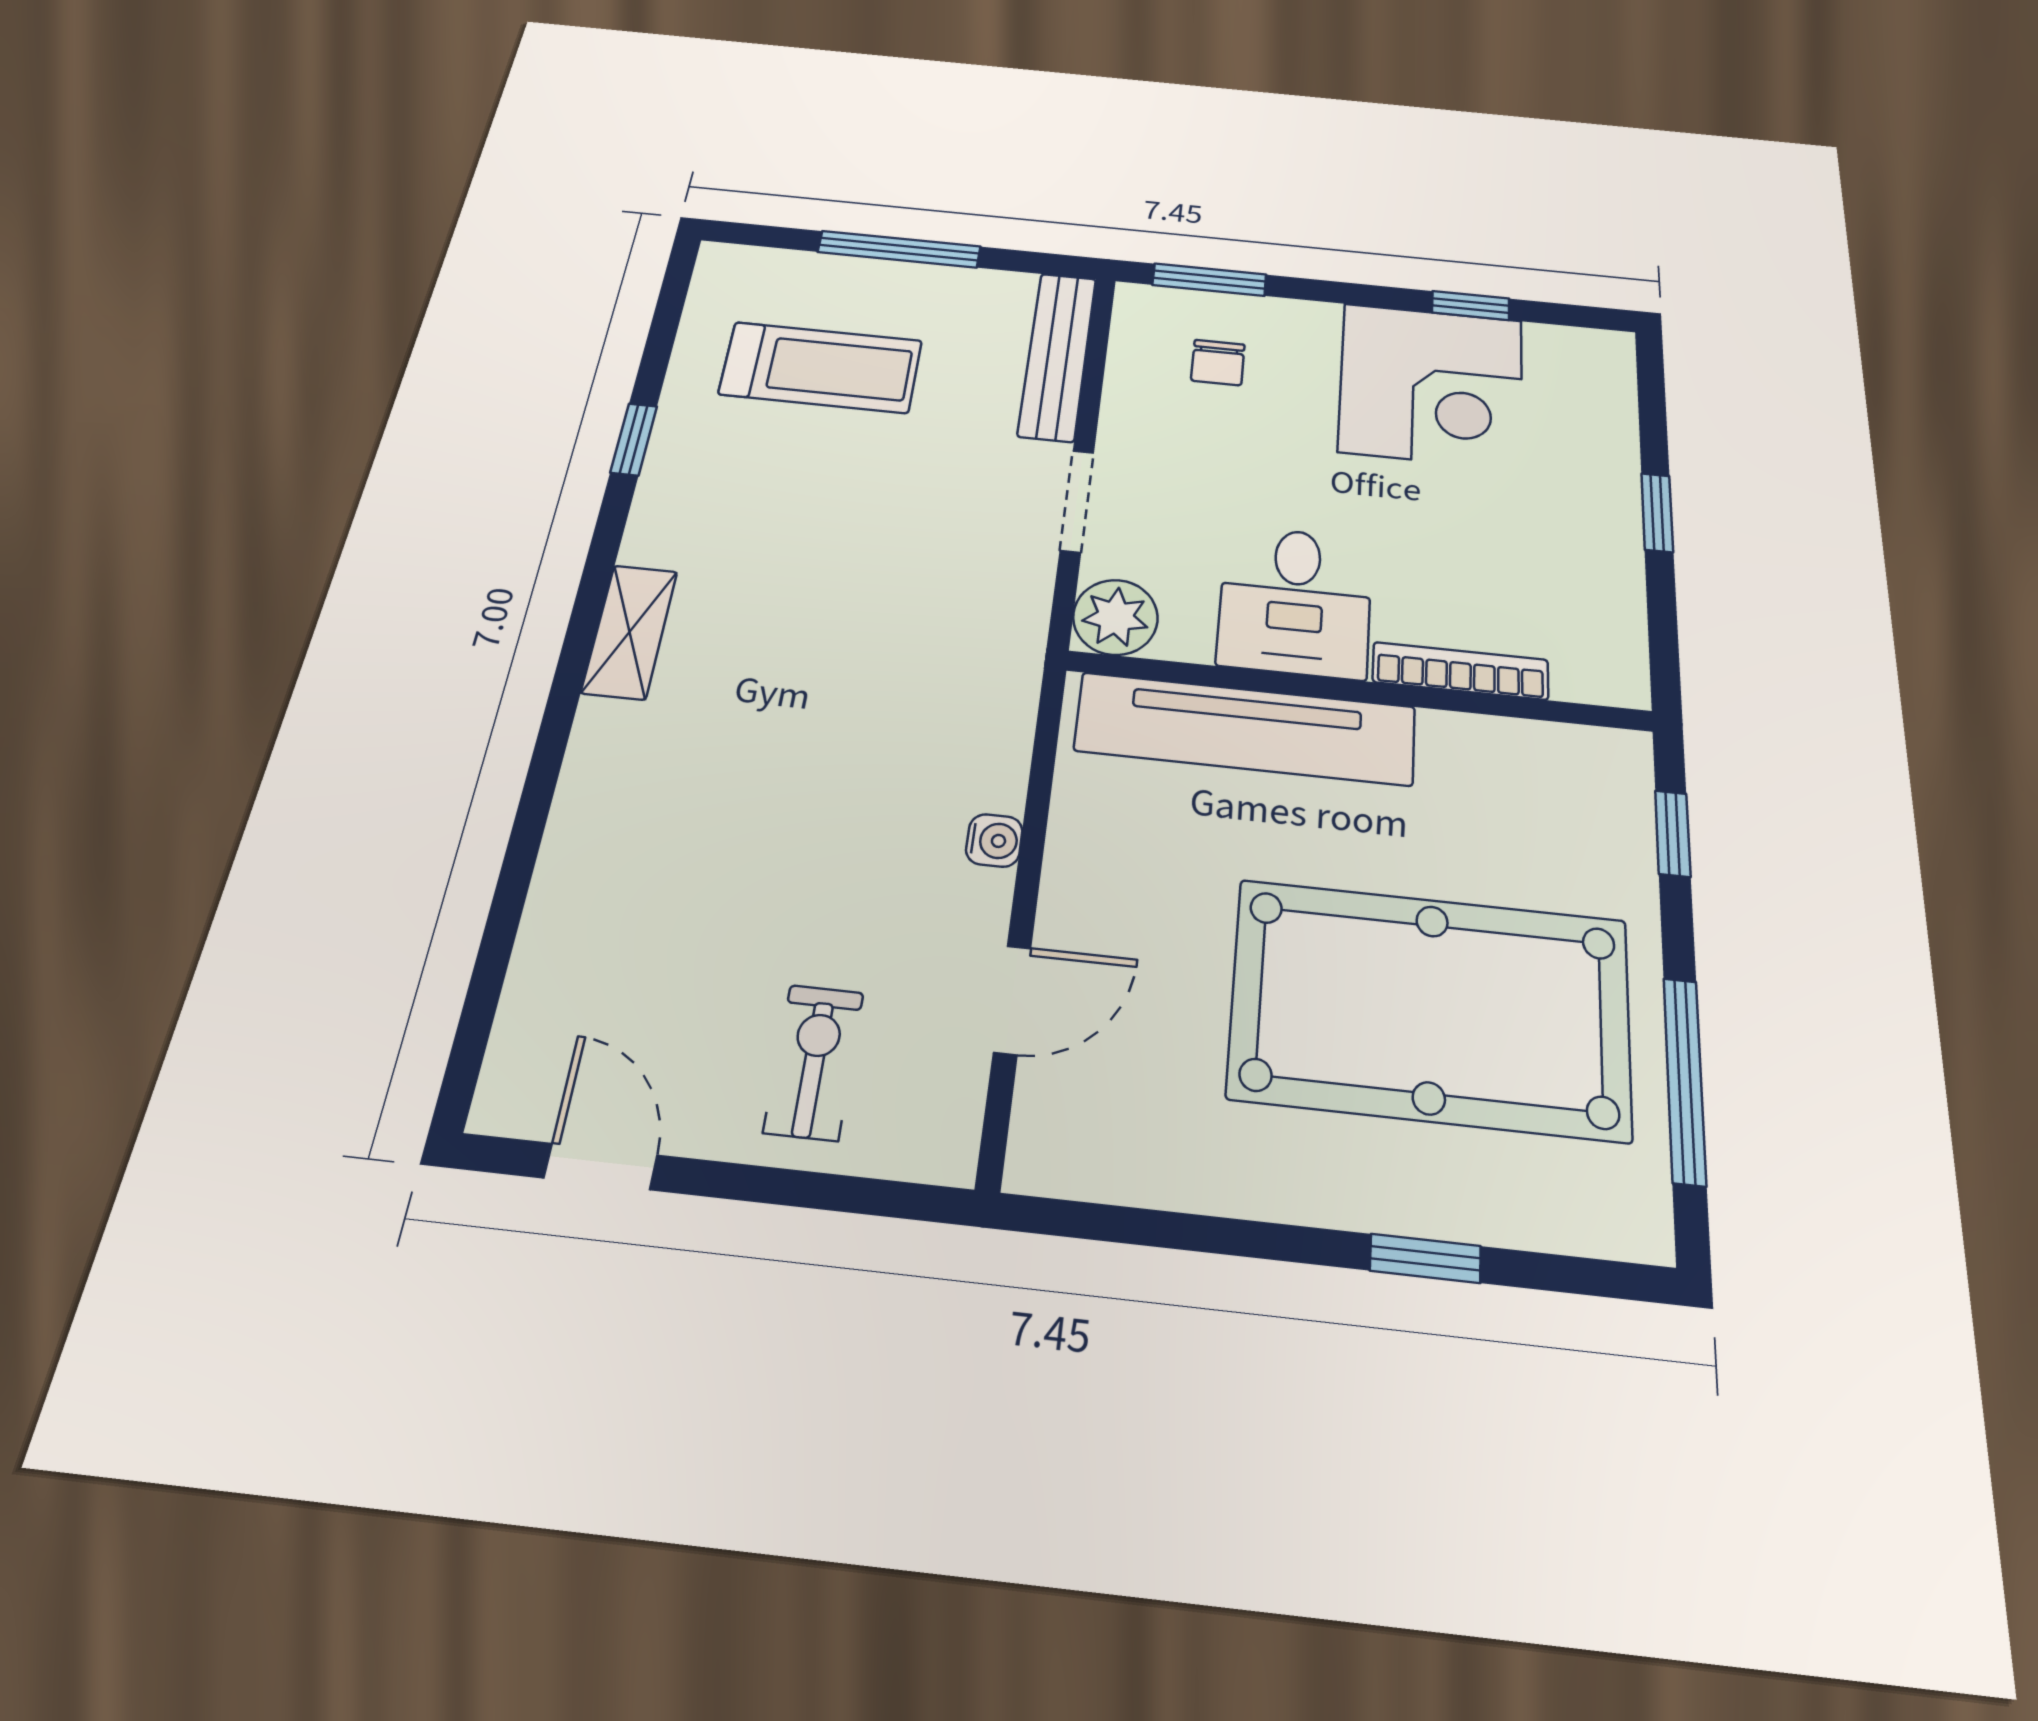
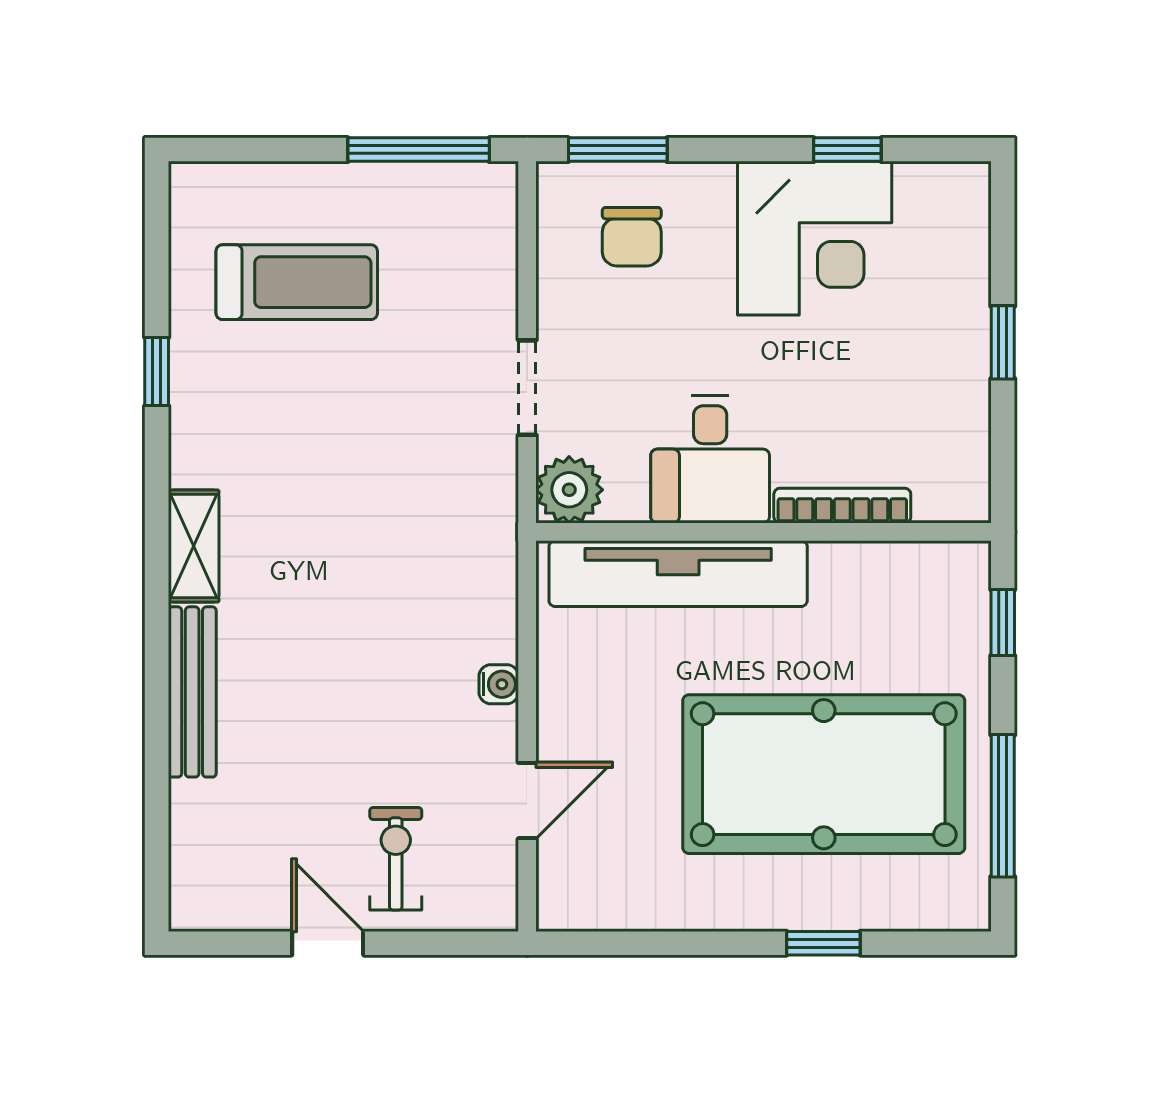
window: (899, 249) -> (419, 150), moved
bench: (1057, 356) -> (192, 692), moved
chair: (1218, 363) -> (632, 237), width x1.37, depth x1.37
door: (601, 1167) -> (328, 943), moved

